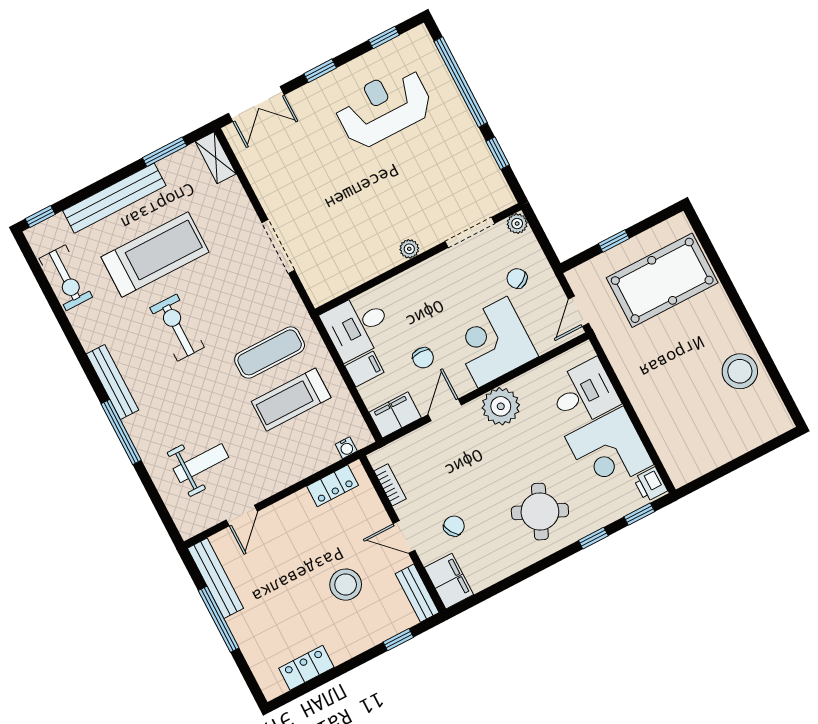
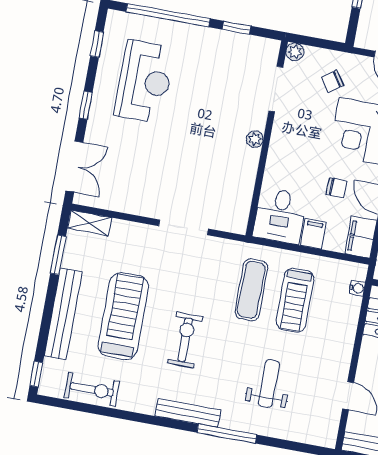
reception desk: (384, 107) -> (144, 81), turned 180
exercise bike: (177, 328) -> (185, 340), turned 90
weight bench: (201, 463) -> (269, 384), moved

